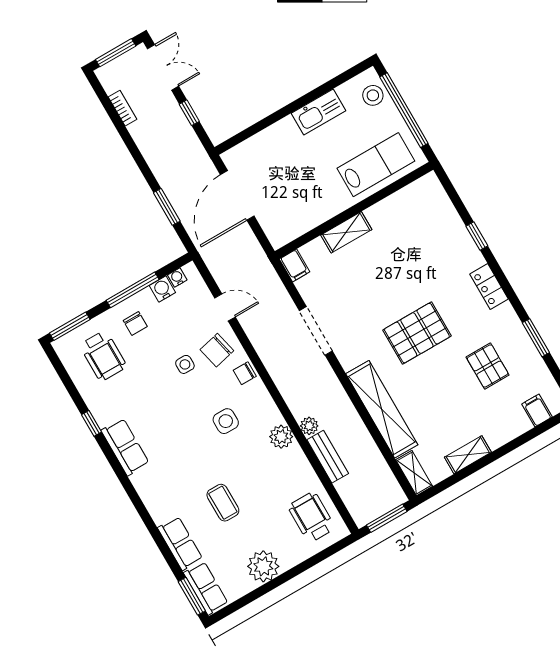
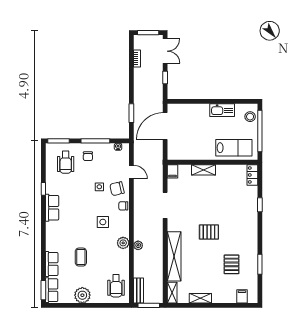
locker: (489, 287) -> (252, 175), moved
water cooler: (162, 289) -> (109, 148), removed
pallet: (417, 333) -> (209, 232), width x0.67, depth x0.71
bench: (328, 457) -> (138, 290), moved
wheelchair: (312, 517) -> (116, 286), turned 180

